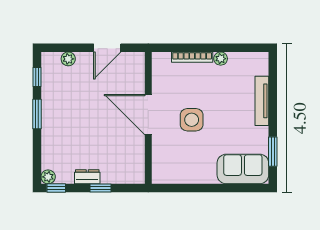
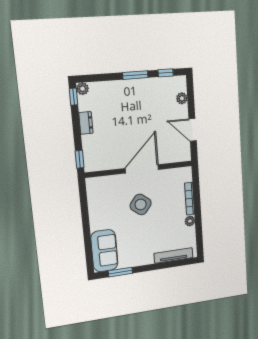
tv unit: (262, 101) -> (173, 255), moved
side table: (192, 120) -> (141, 204), turned 38
window: (100, 188) -> (80, 159), moved

